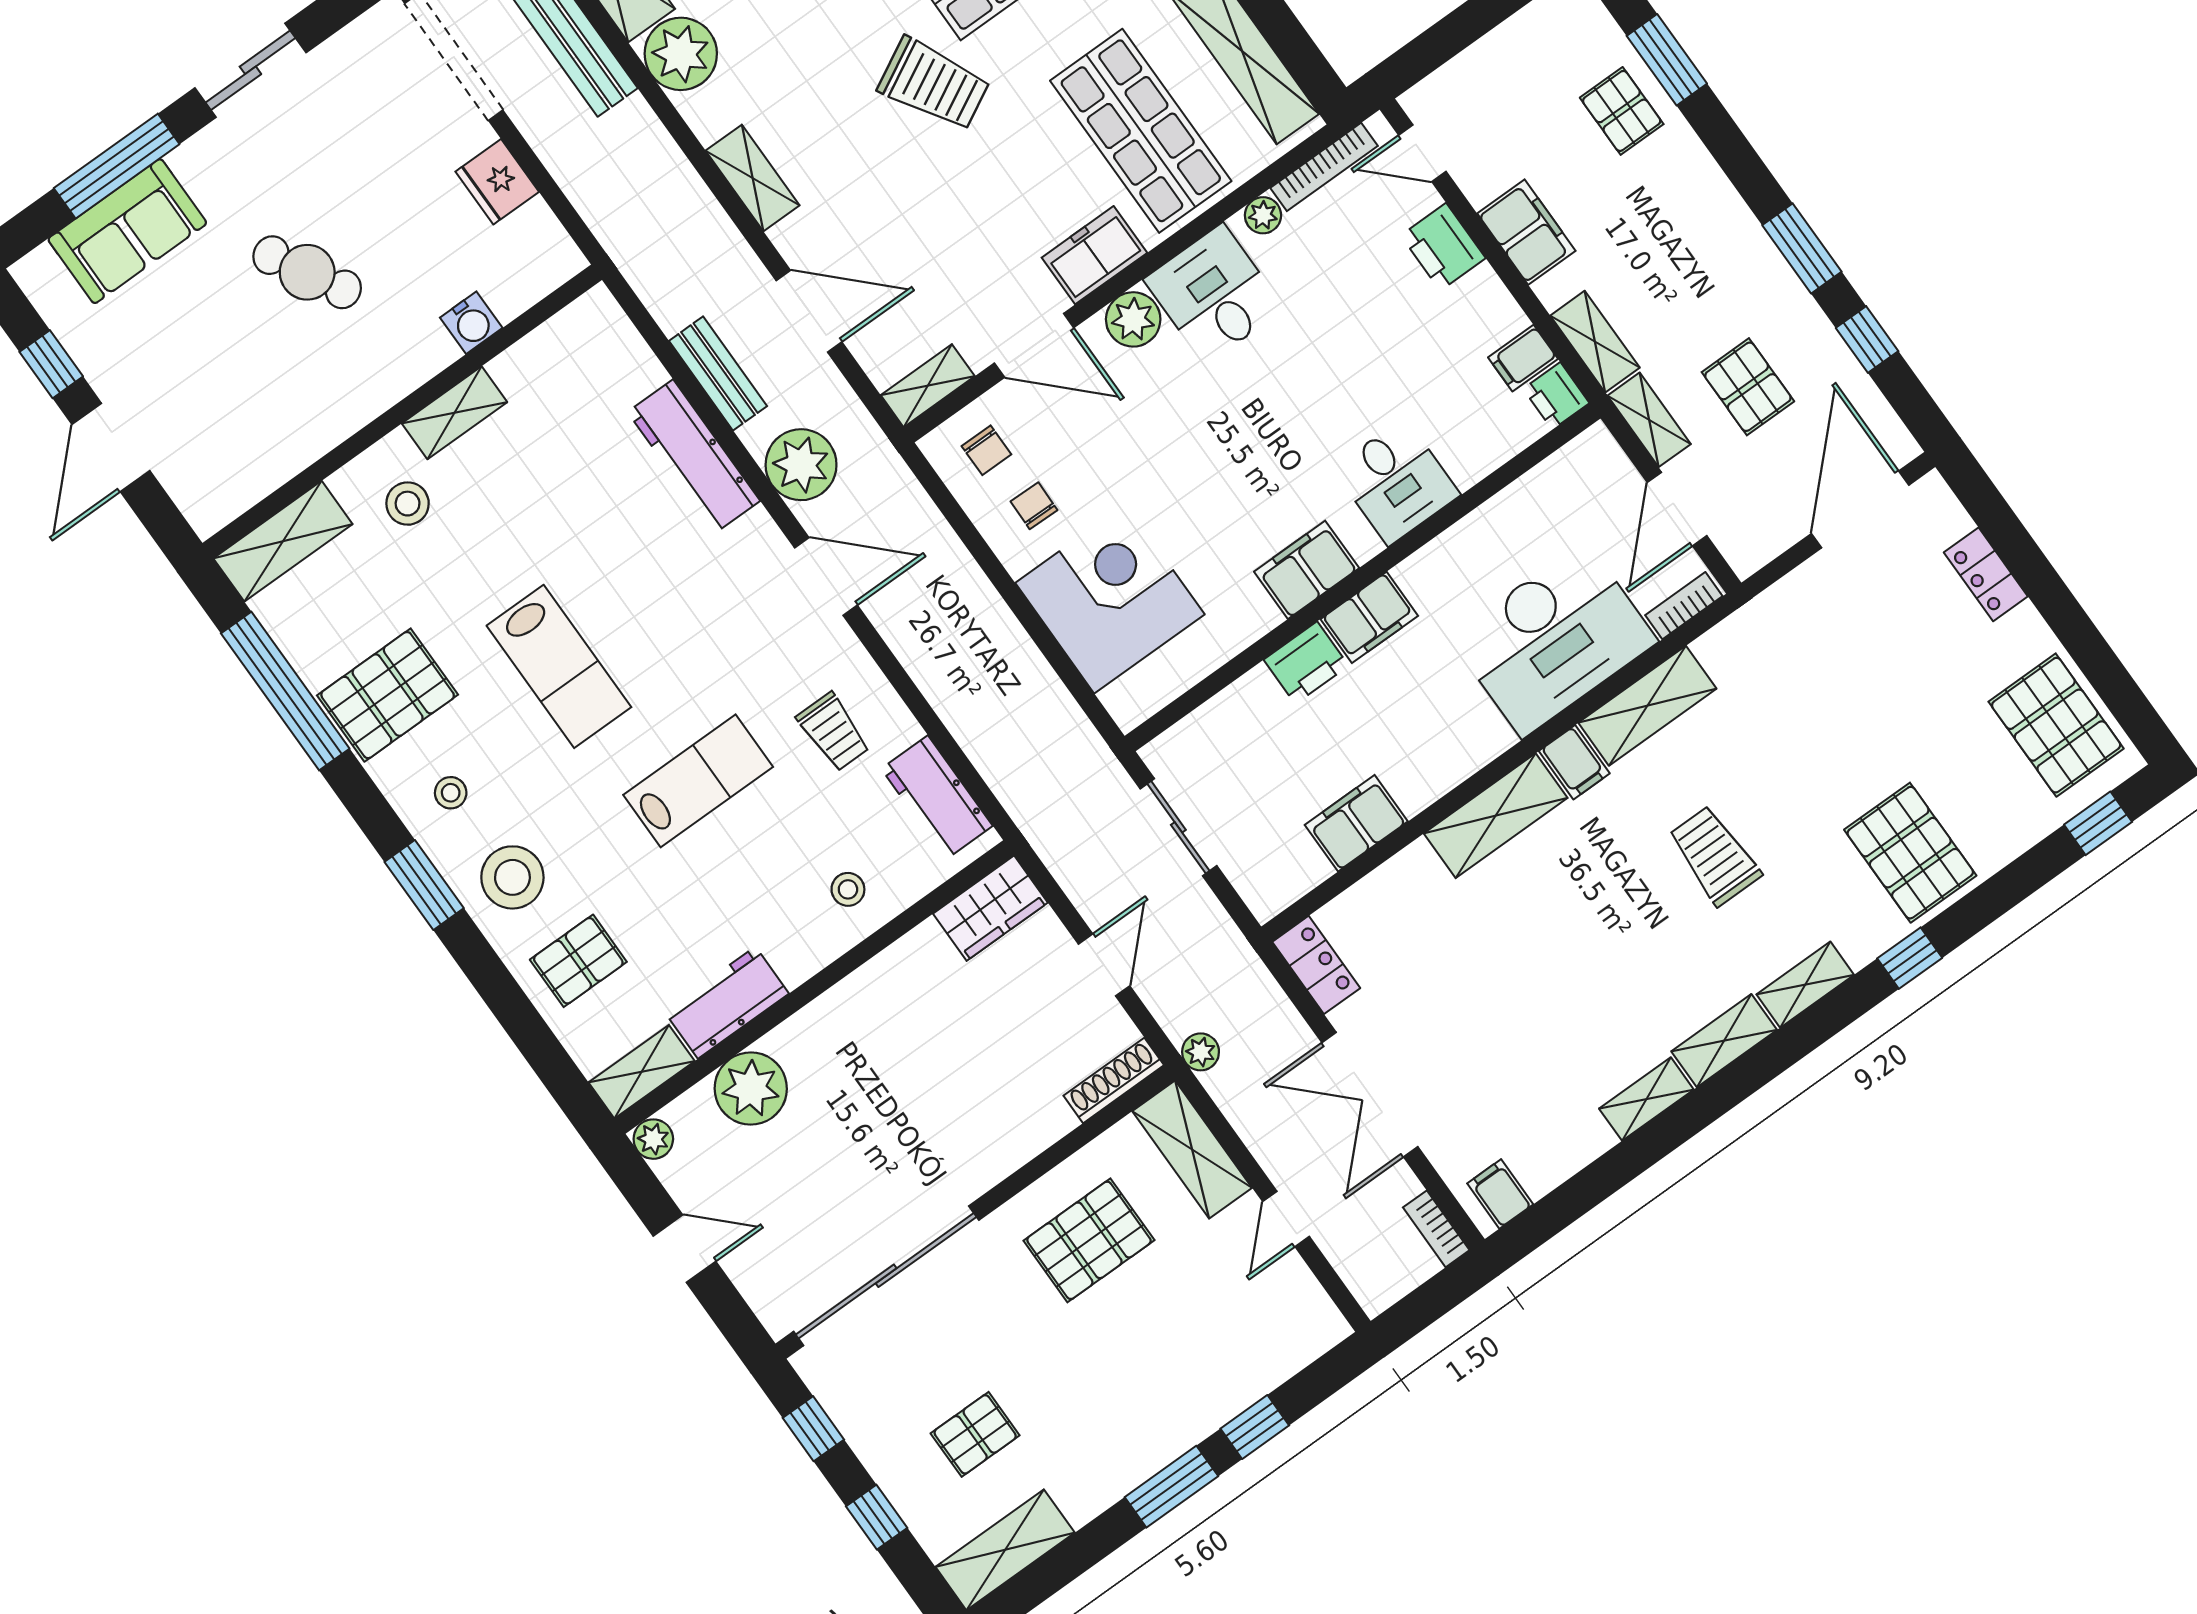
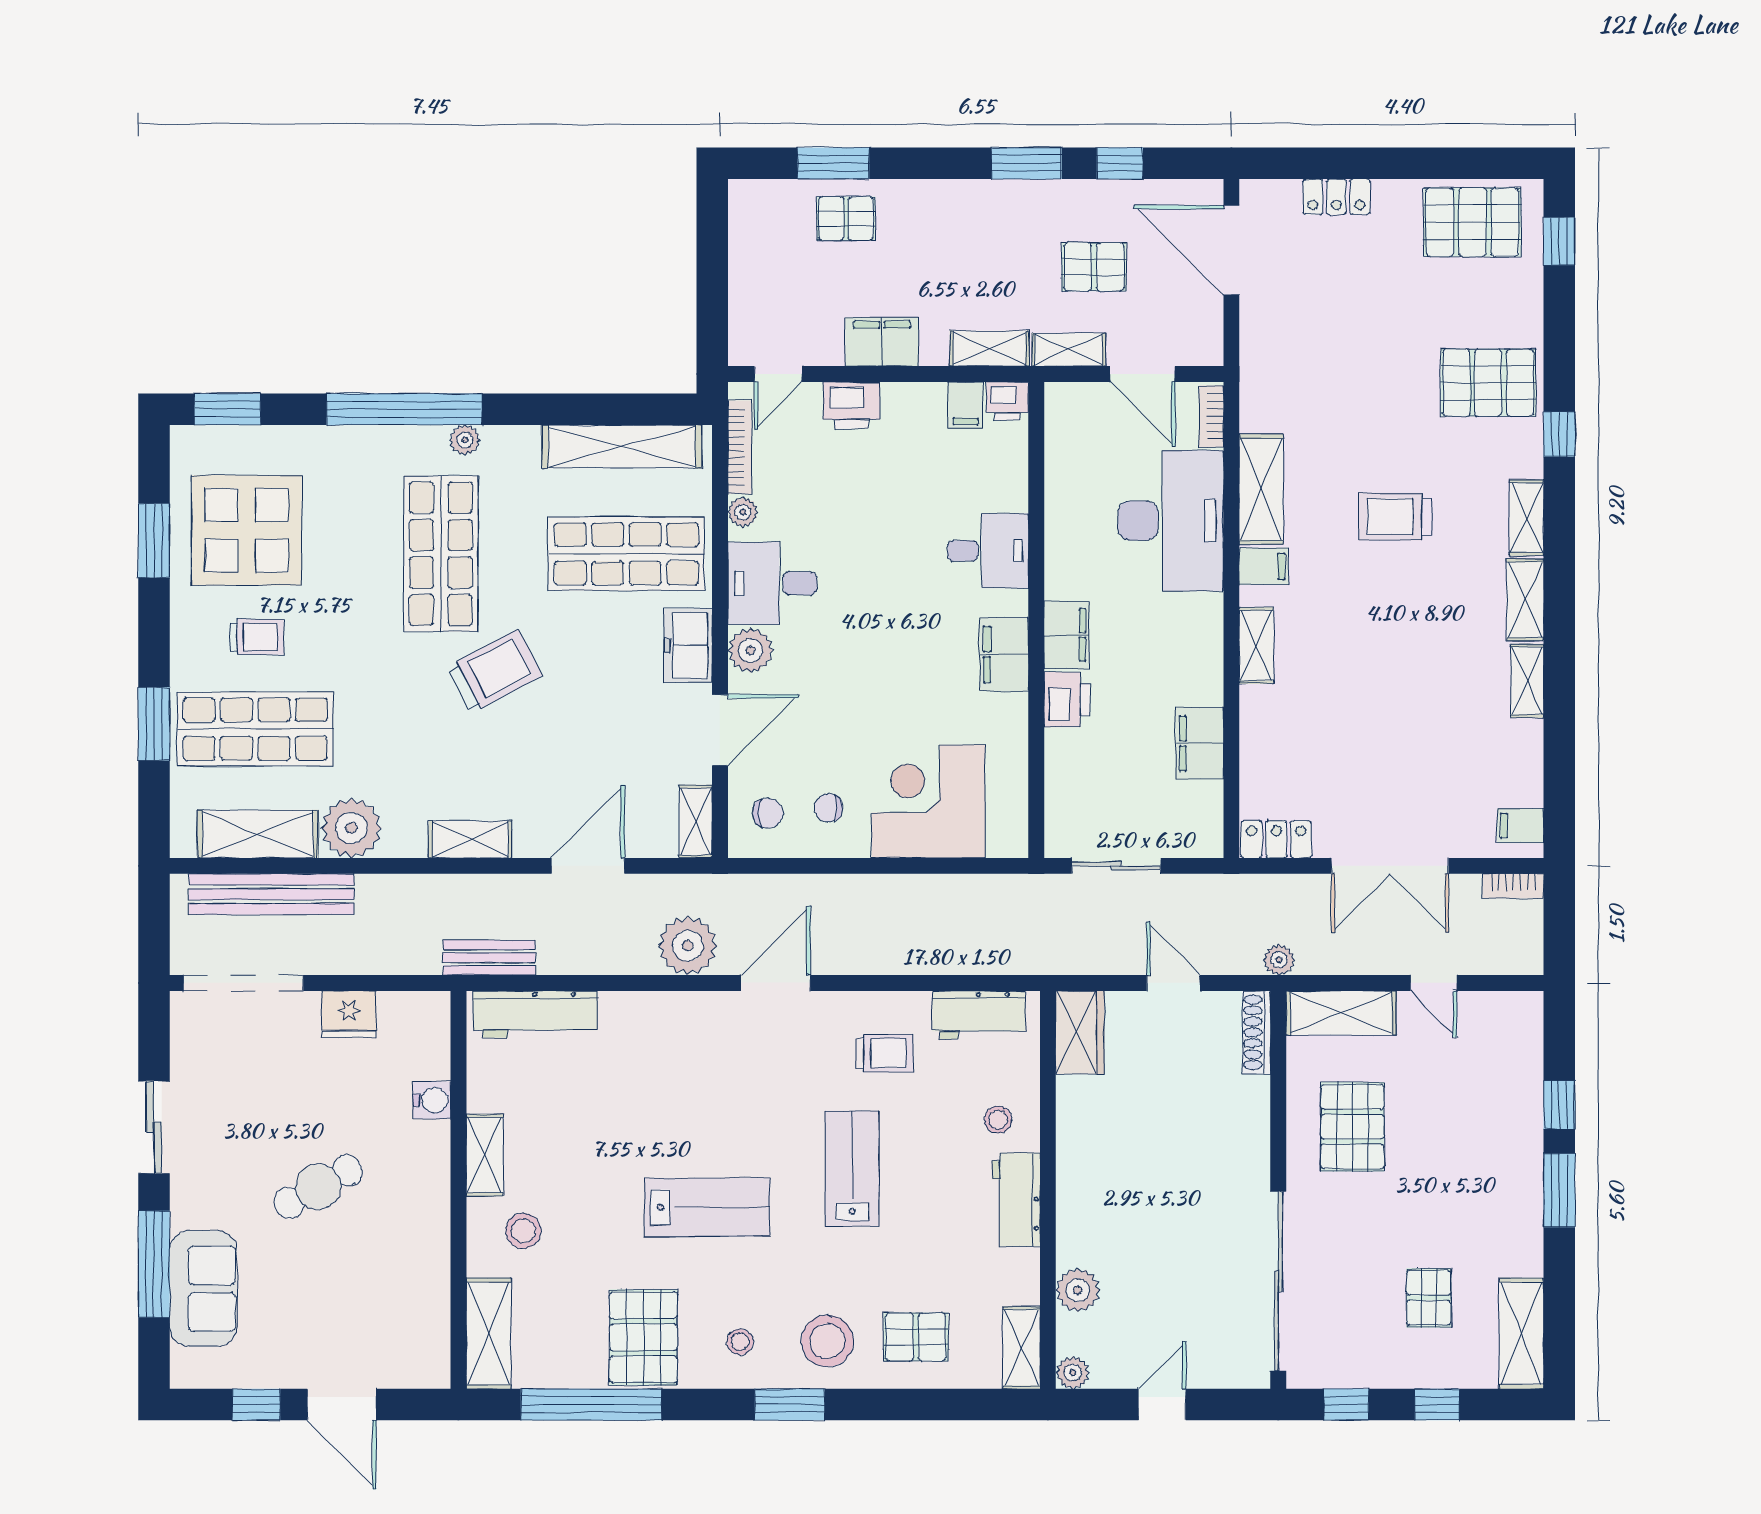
bench: (718, 373) -> (489, 958), moved
workbench: (694, 456) -> (535, 1014), moved
shelving: (1496, 816) -> (1256, 646), width x0.67, depth x0.75
pallet: (578, 961) -> (916, 1337), turned 90
workbench: (727, 1003) -> (1016, 1200), moved
plant: (751, 1089) -> (1078, 1290), width x0.73, depth x0.73

